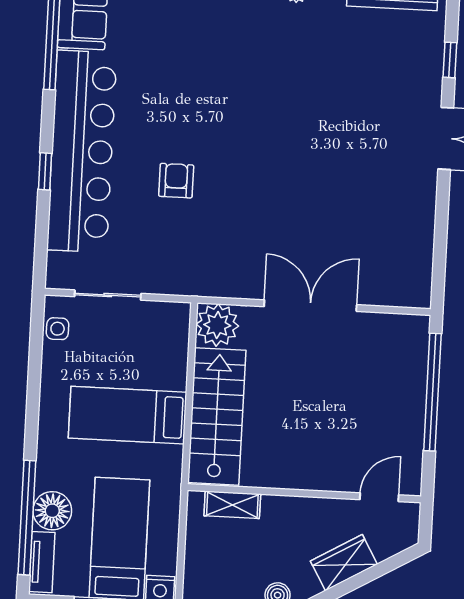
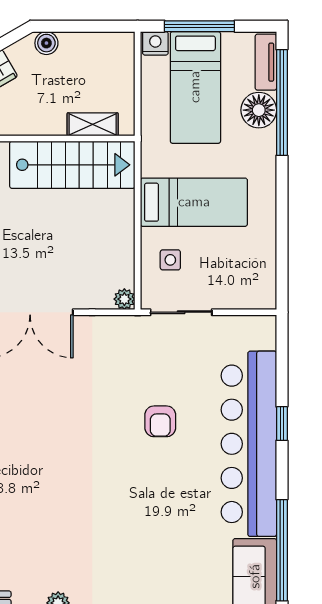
sliding door: (108, 295) -> (181, 312), moved
plant: (217, 325) -> (124, 299), width x0.53, depth x0.53
side table: (58, 329) -> (170, 260), moved
stairs: (217, 416) -> (72, 165), moved, turned -90

